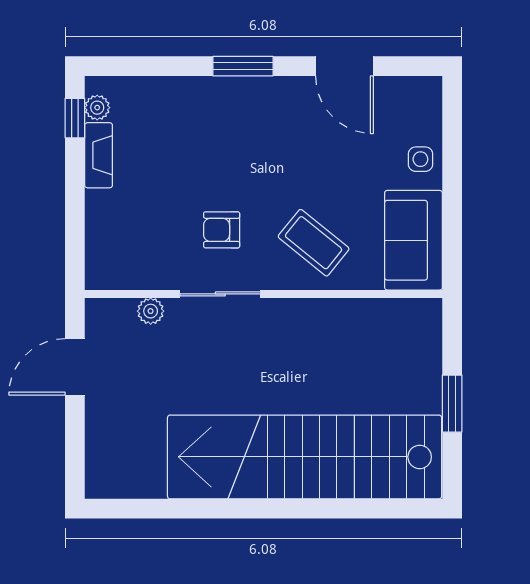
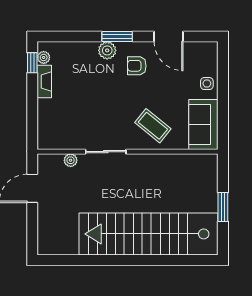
plant: (223, 94) -> (107, 50), added
armchair: (222, 230) -> (137, 66), moved

